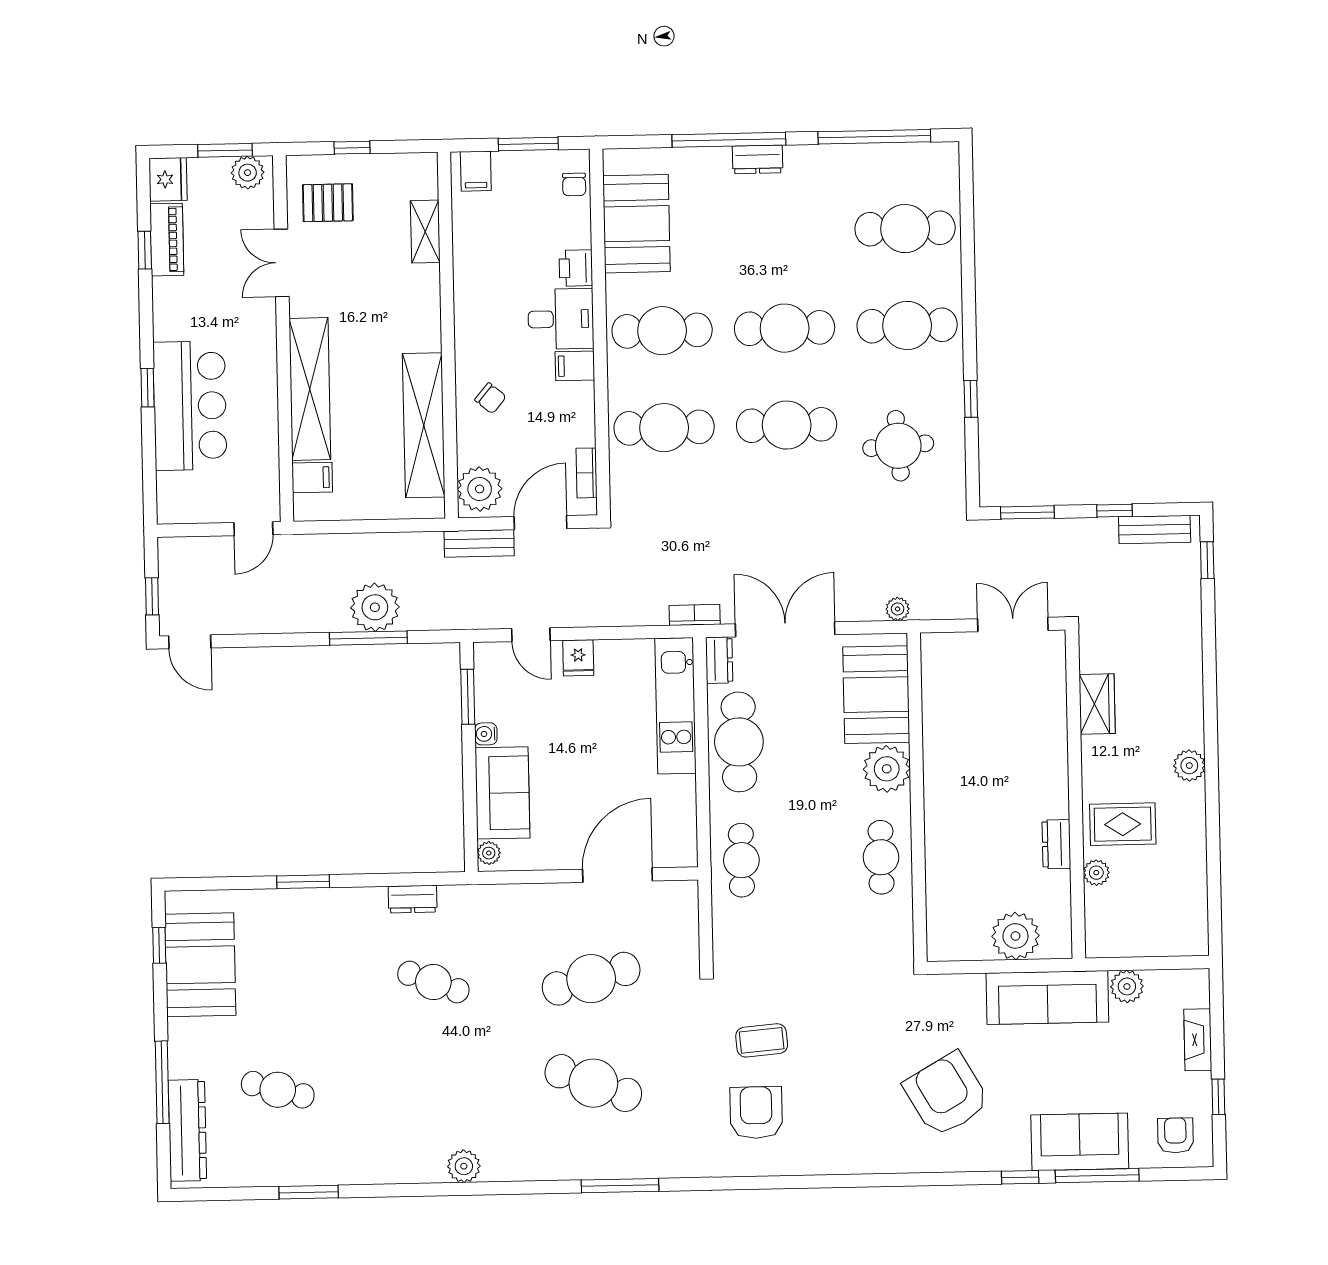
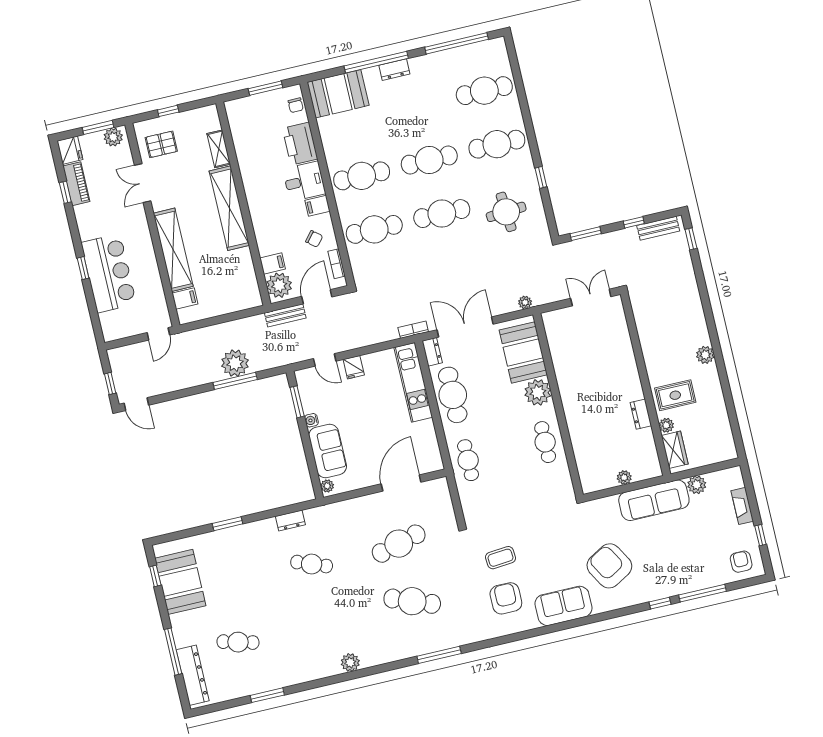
filing cabinet: (476, 171) -> (273, 264), moved, turned -90
booth: (636, 224) -> (338, 94), moved, turned 90
printer: (576, 268) -> (300, 144), width x1.87, depth x1.48
chair: (490, 398) -> (314, 239), moved
shelving: (424, 425) -> (229, 208), moved
wardrobe: (1097, 704) -> (675, 450), moved
plant: (1015, 936) -> (624, 477), width x0.53, depth x0.53
sofa: (1080, 1142) -> (564, 606), moved

